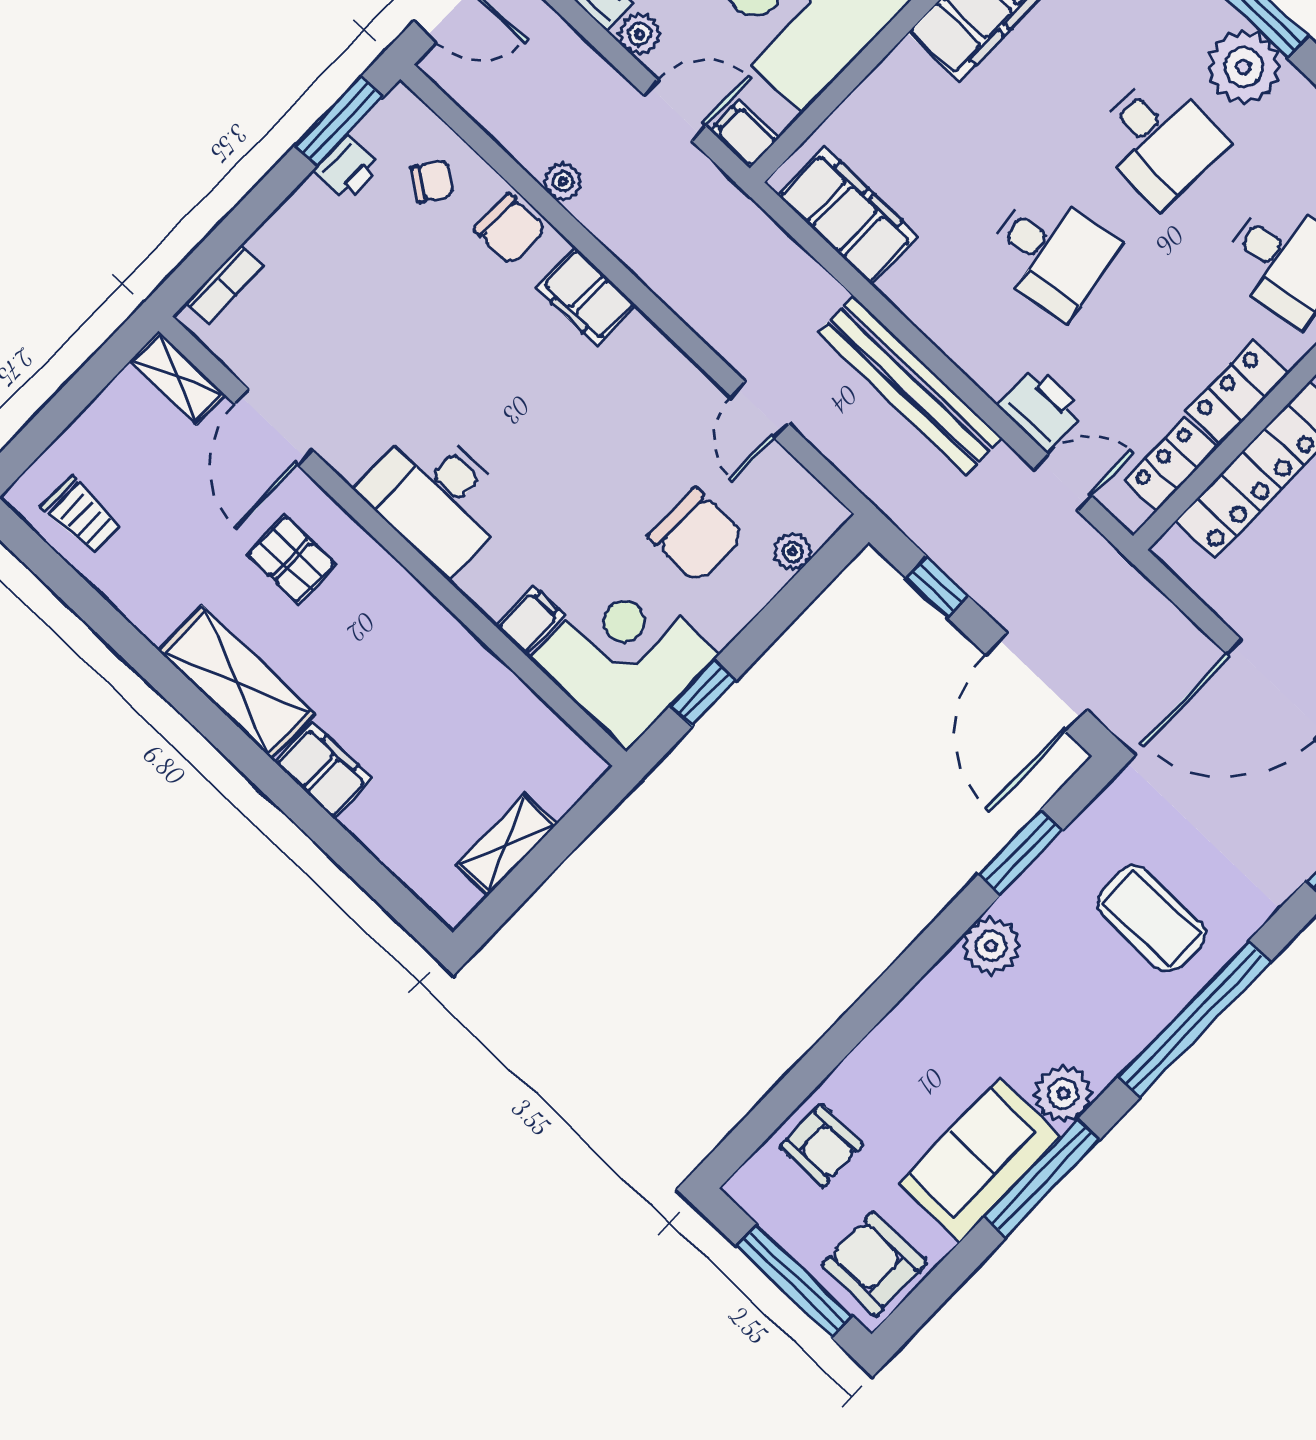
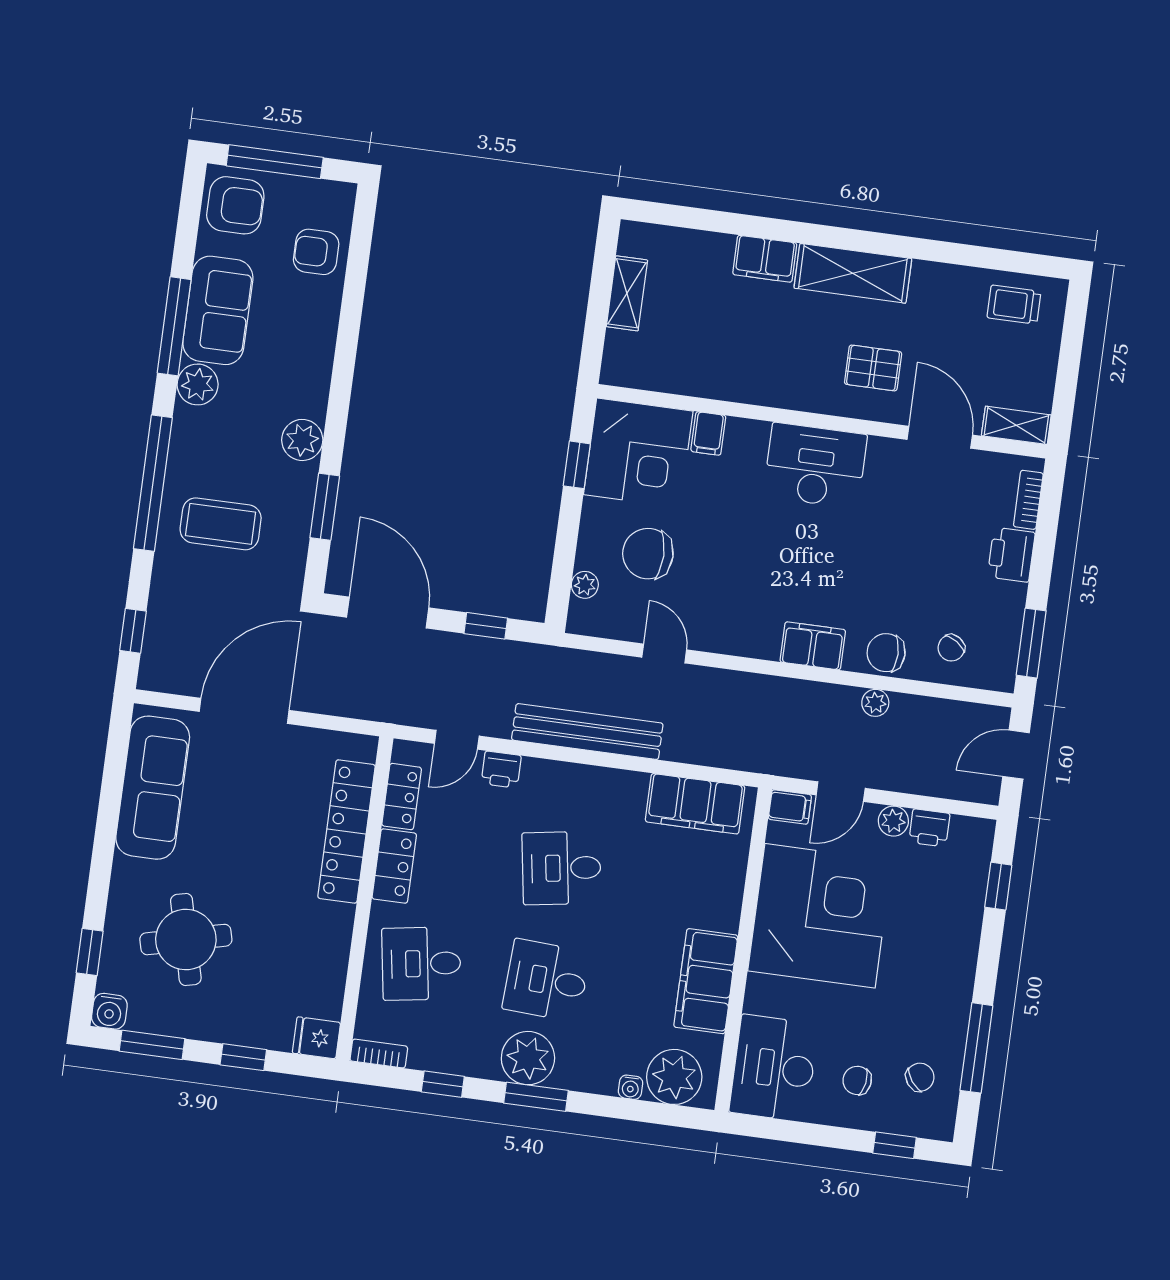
printer: (347, 168) -> (1011, 555), moved, width x1.36, depth x1.24
printer: (1041, 409) -> (501, 770), width x0.73, depth x0.81

